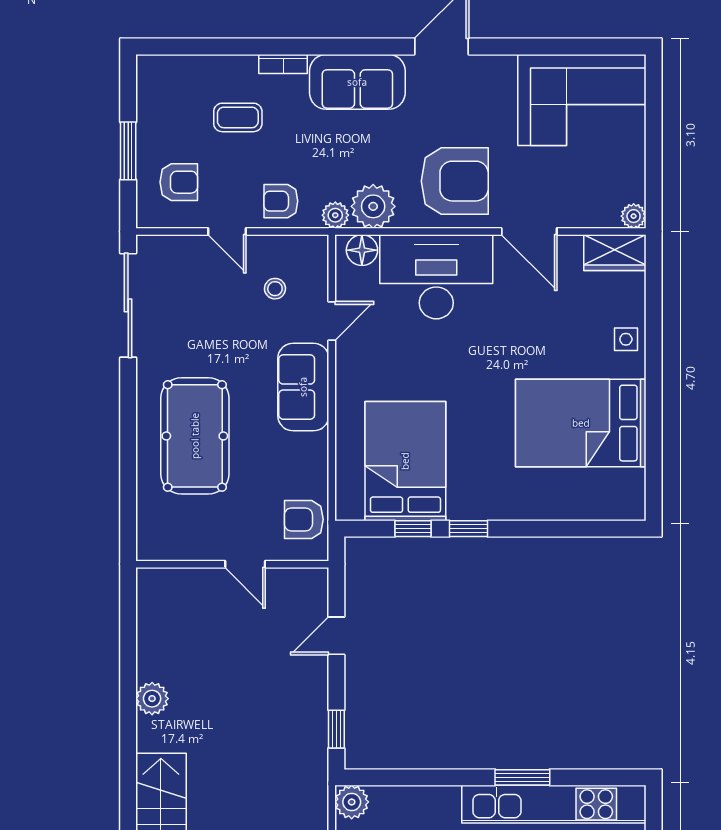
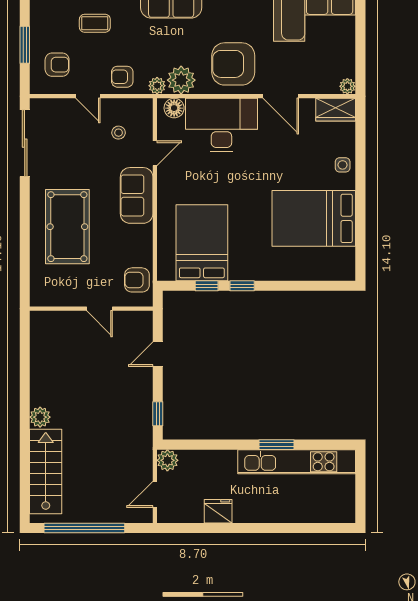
armchair: (455, 181) -> (233, 64), turned 180
plant: (152, 699) -> (40, 417), moved

